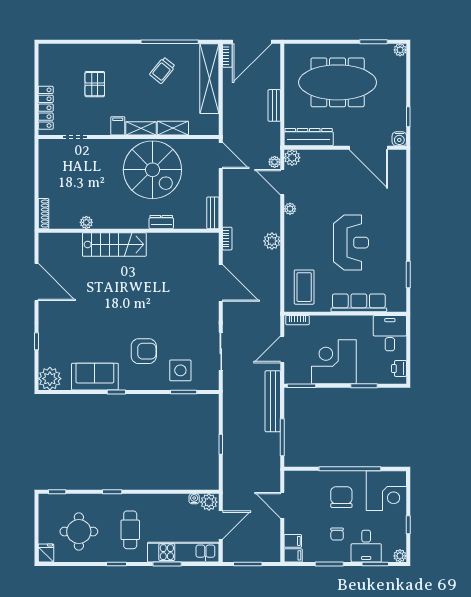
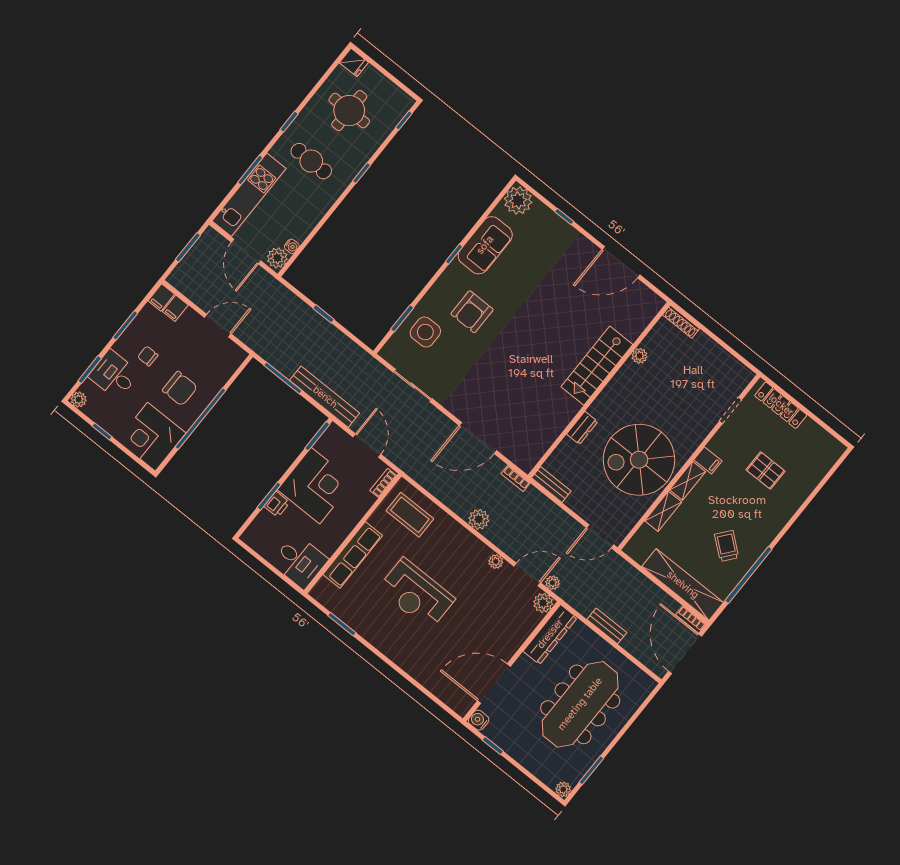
printer: (399, 368) -> (277, 504), moved, turned 90

